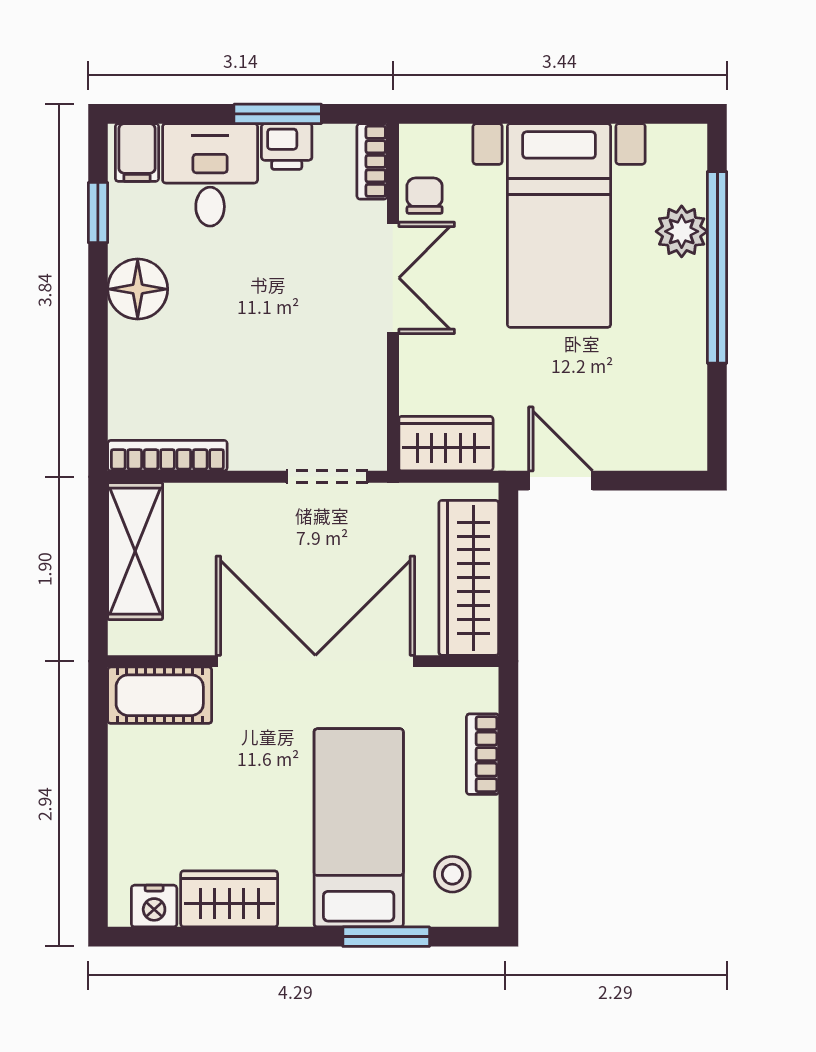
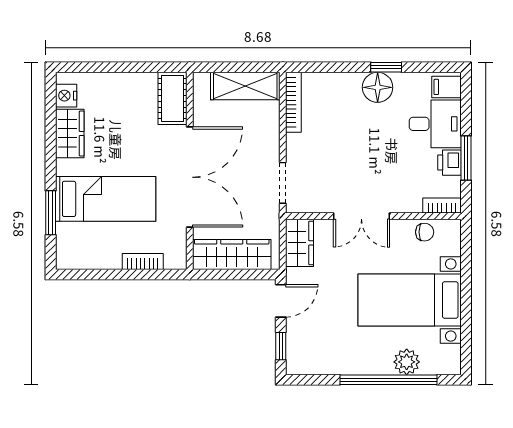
window: (98, 213) -> (386, 67), moved
double door: (393, 278) -> (361, 216), moved
window: (650, 481) -> (281, 346), added
stool: (452, 874) -> (82, 246), removed

